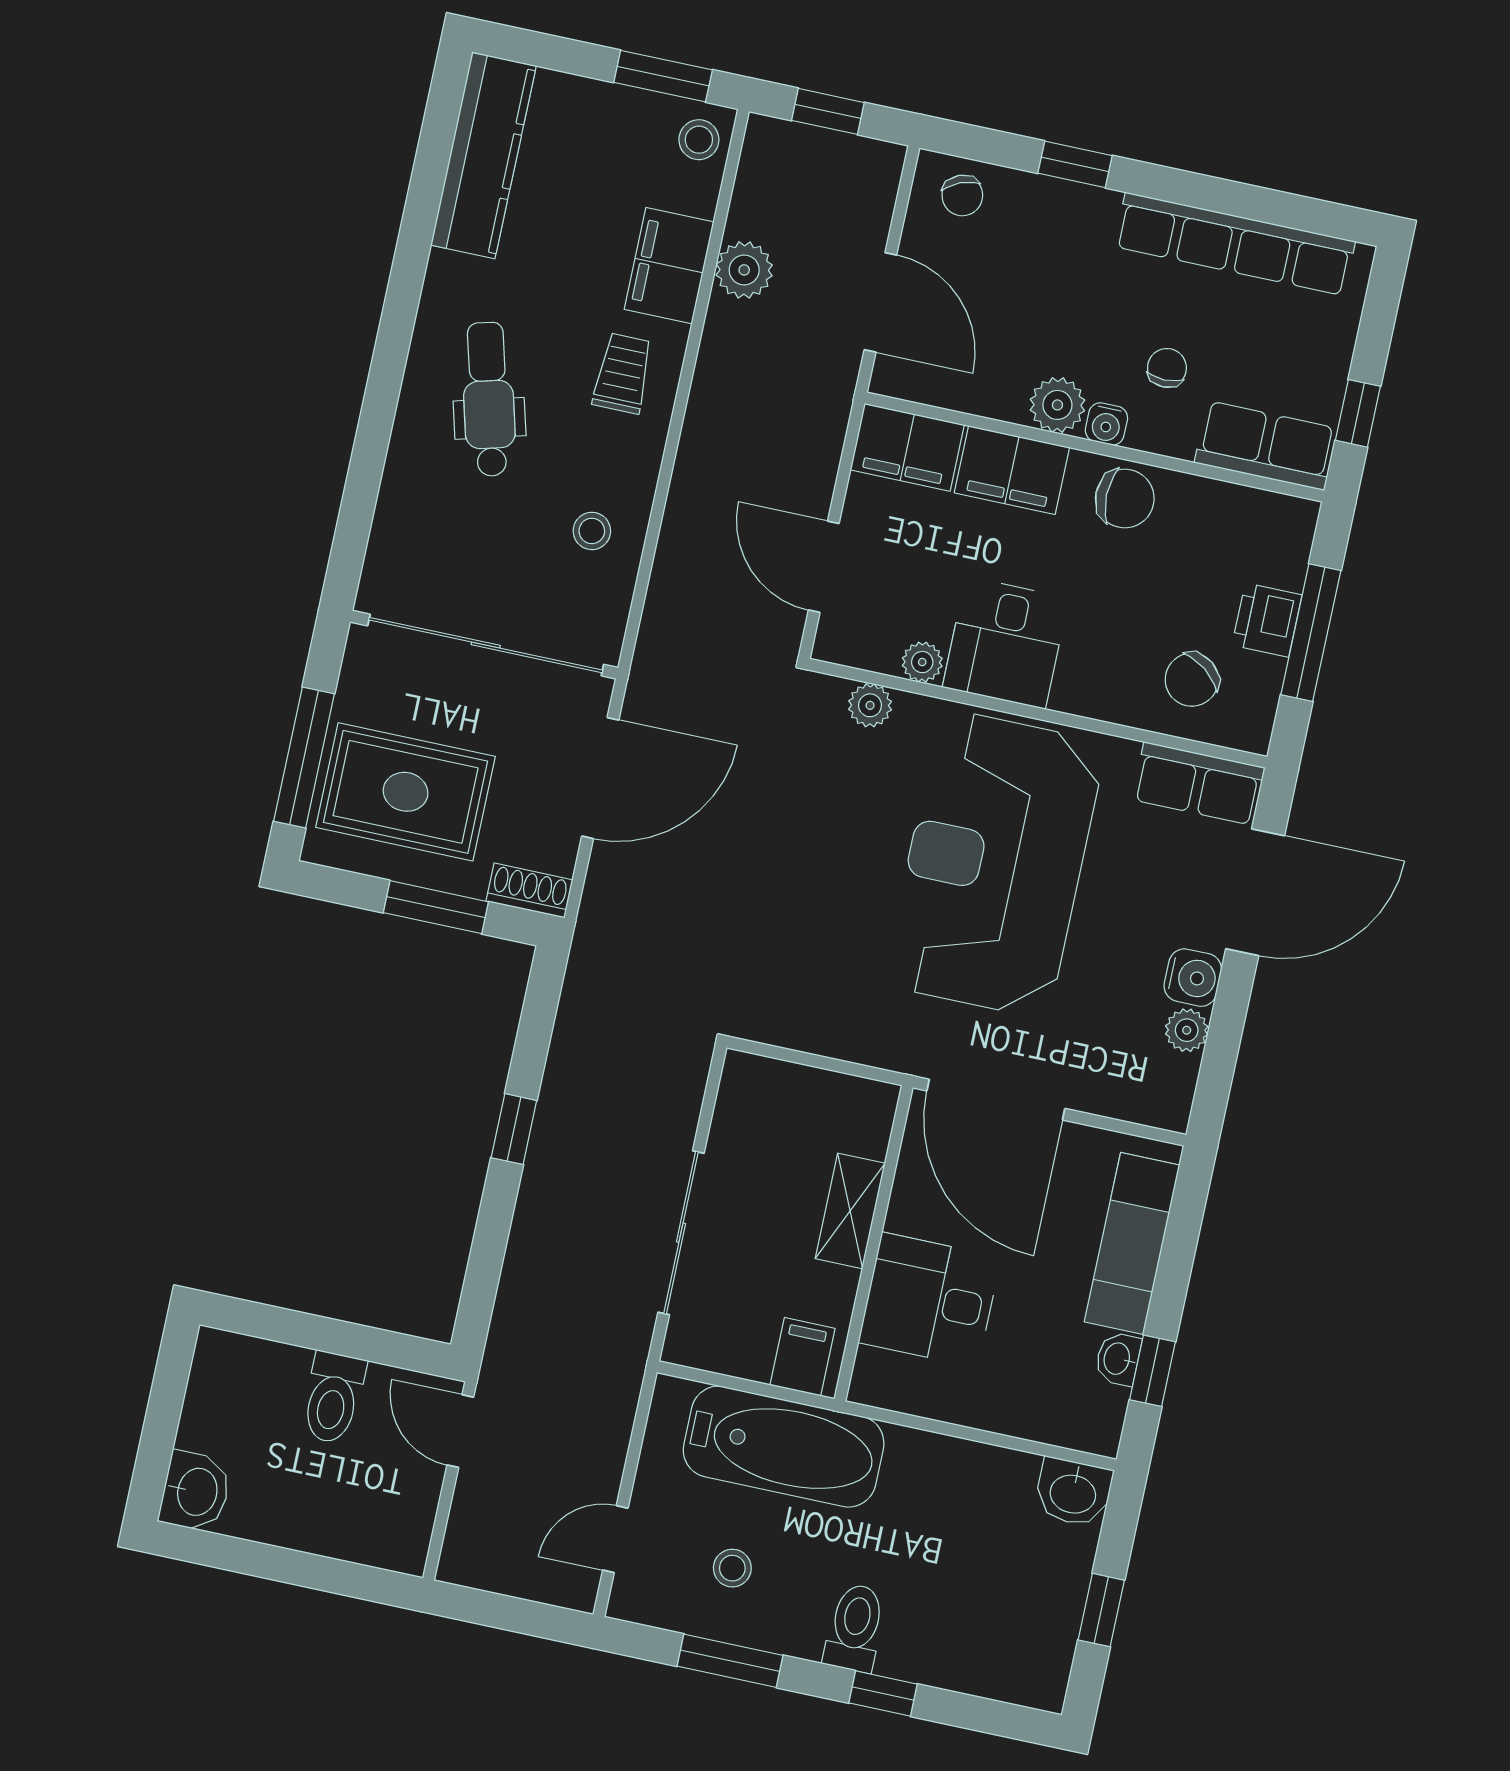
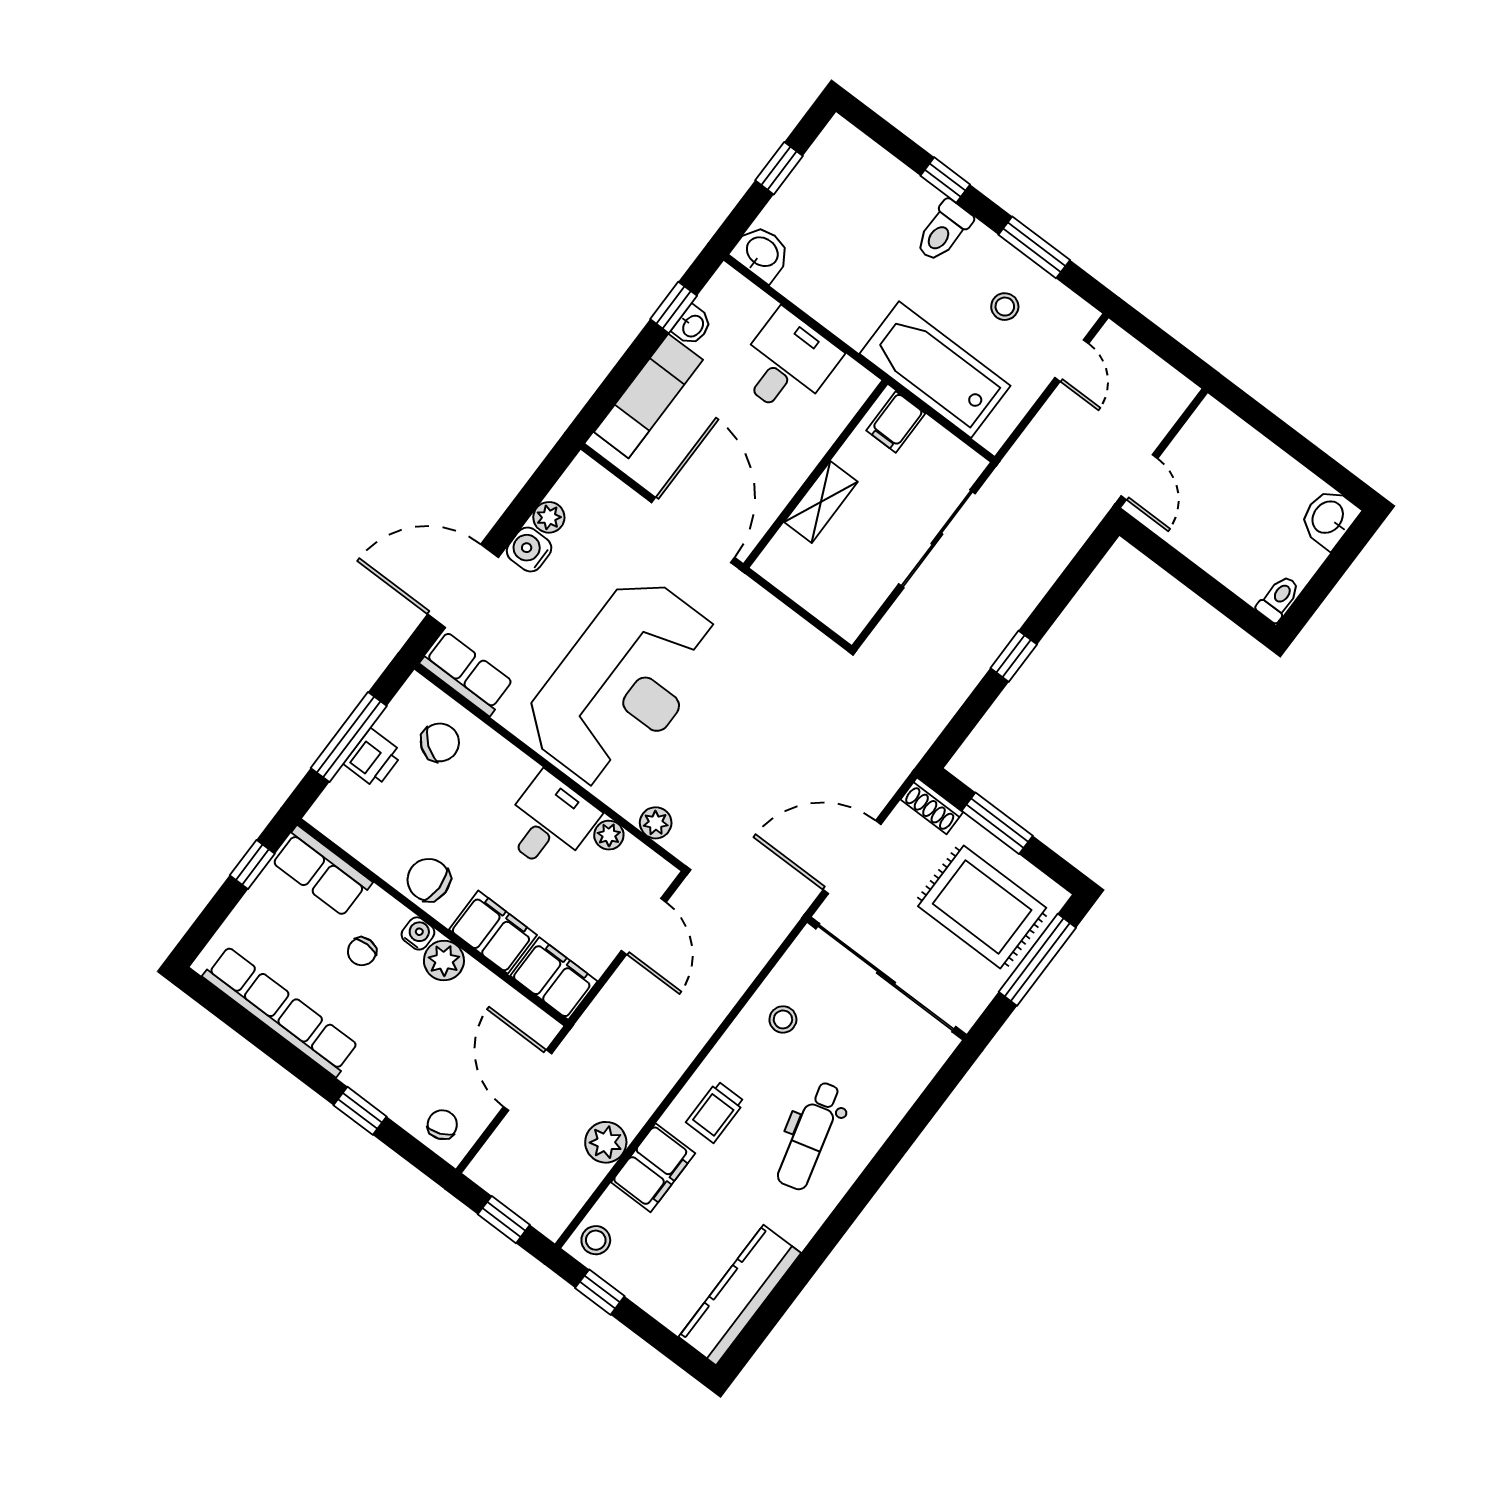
window: (663, 76) -> (600, 1292), width x0.67
desk: (930, 1300) -> (787, 364), moved, turned -90
toilet: (333, 1398) -> (1278, 599), moved, width x0.73, depth x0.72
door: (615, 1539) -> (1072, 361), hinge flipped

